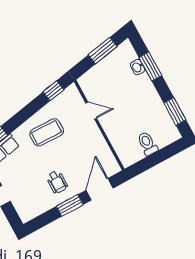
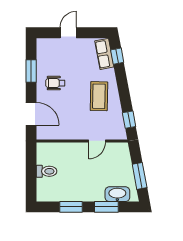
washbasin: (137, 67) -> (117, 194), width x1.91, depth x1.45
window: (175, 111) -> (71, 207), moved
window: (70, 205) -> (31, 71), moved

